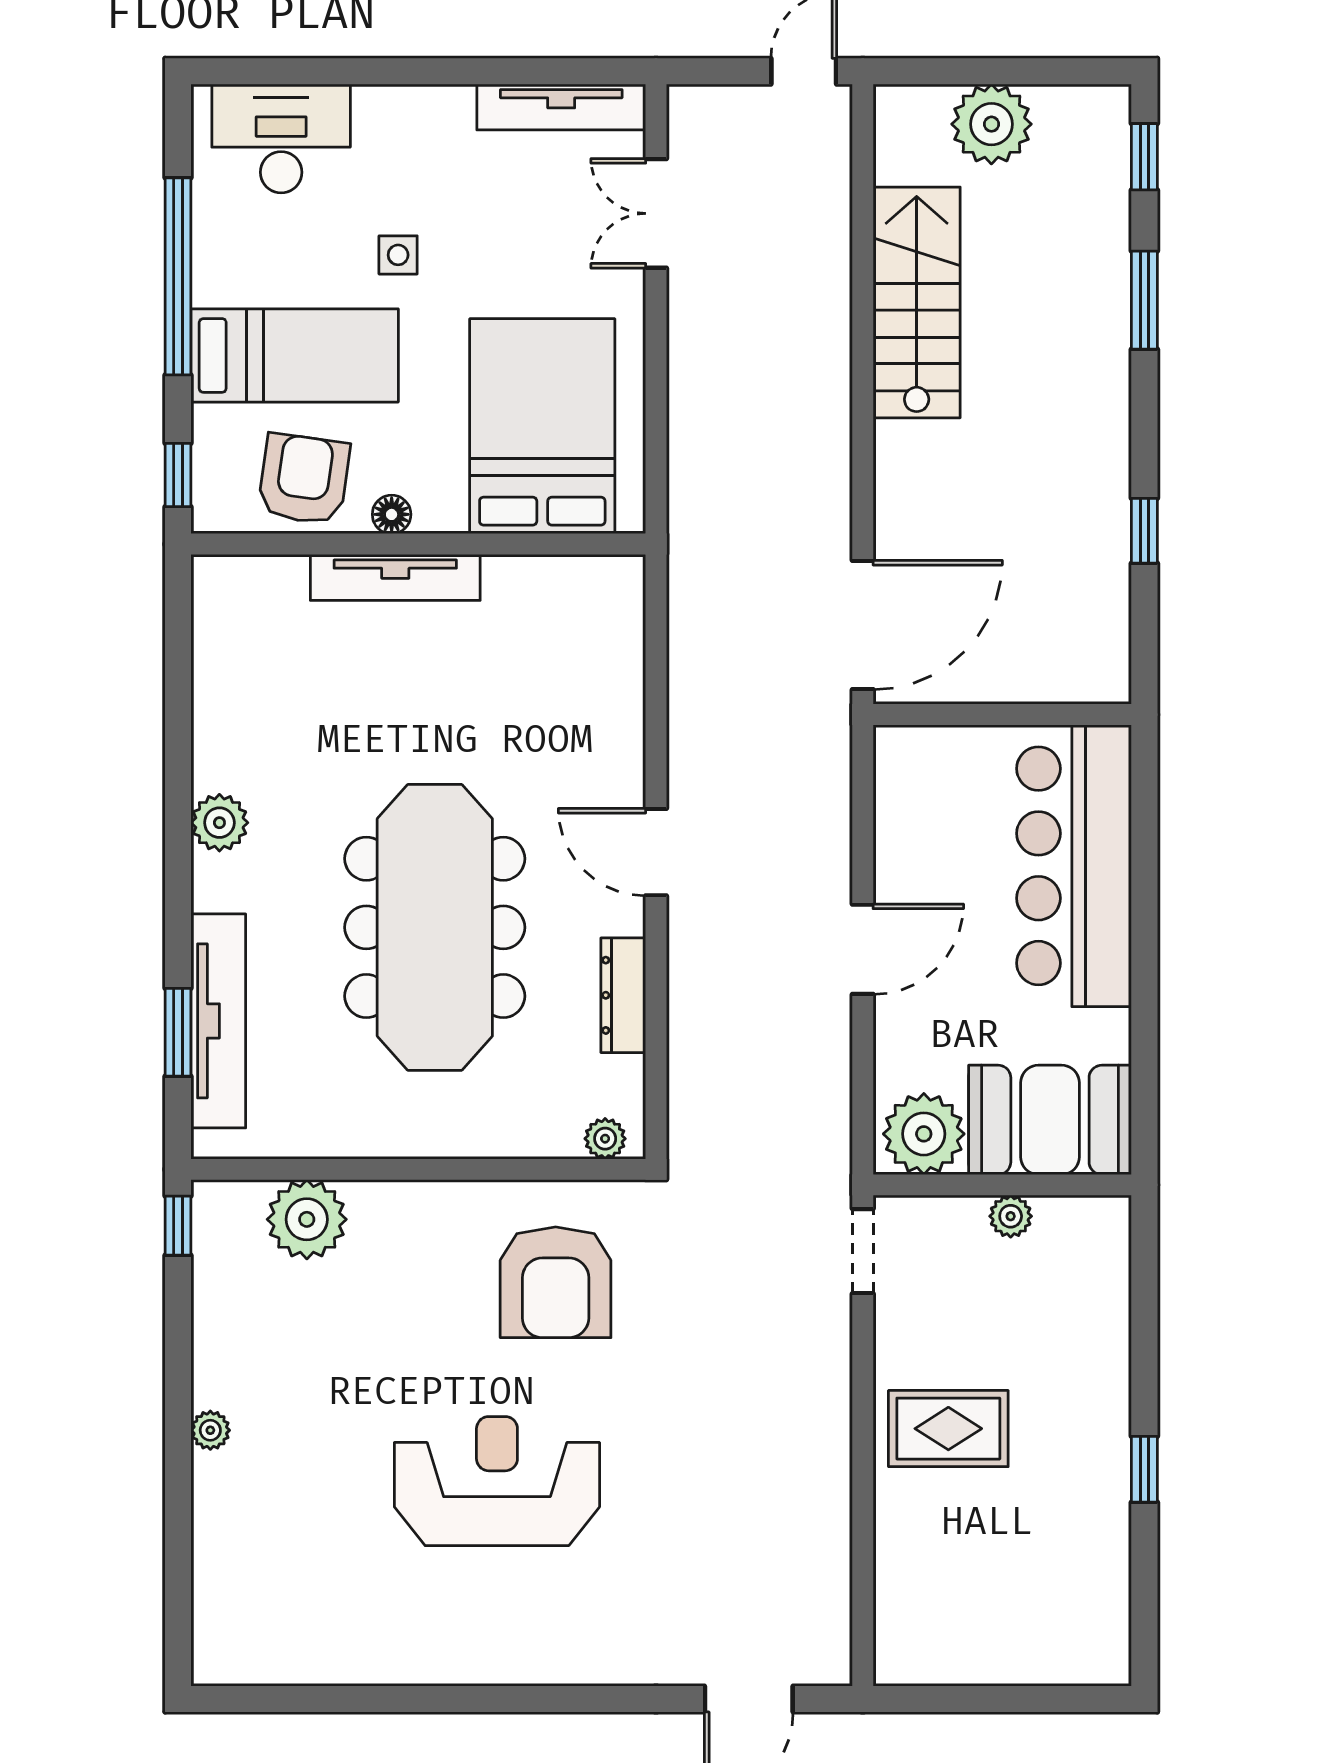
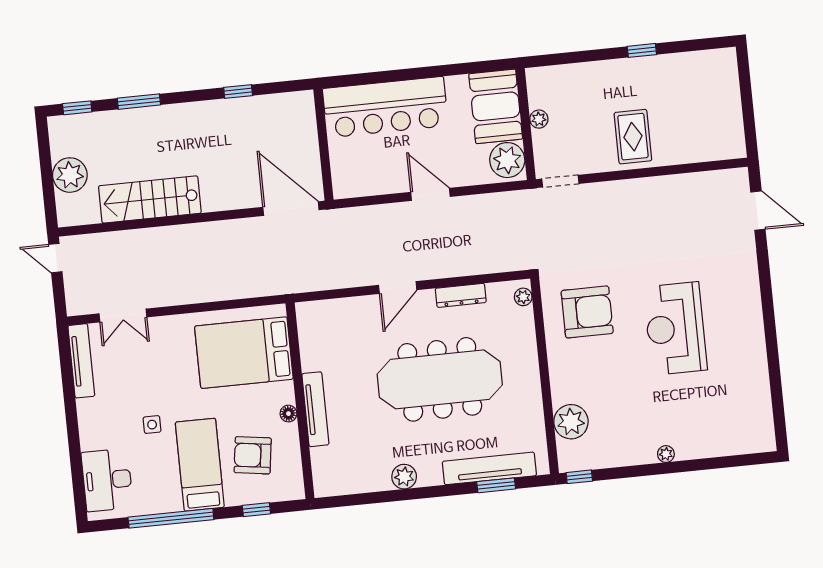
bed: (542, 426) -> (244, 353), moved
floor lamp: (392, 514) -> (288, 414), moved
wall: (418, 544) -> (300, 401), moved
tv unit: (395, 577) -> (315, 409), moved

